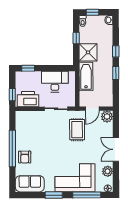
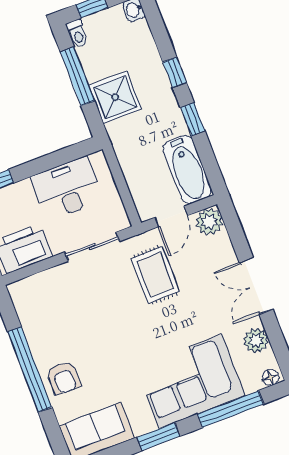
window: (76, 38) -> (77, 76), width x2.17
bathtub: (86, 76) -> (187, 169), moved, turned 180

